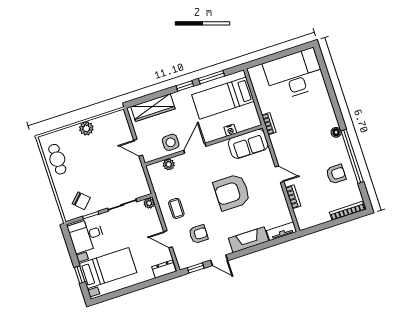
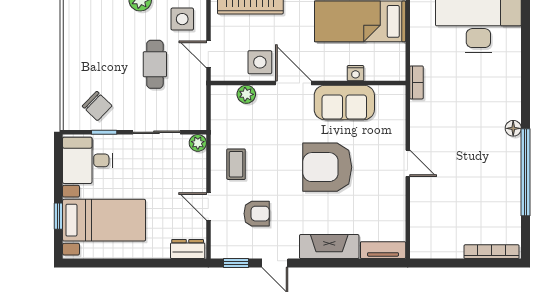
side table: (115, 132) -> (182, 19), added
sofa: (248, 144) -> (344, 102), moved
door: (195, 148) -> (293, 83), hinge flipped
cafe table: (57, 159) -> (155, 64), moved
armchair: (336, 174) -> (493, 191), removed
bookcase: (293, 197) -> (417, 204), removed

